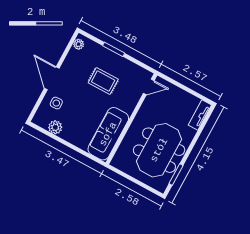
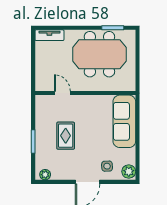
door: (149, 87) -> (62, 93), moved
plant: (55, 127) -> (129, 172), moved
sofa: (108, 134) -> (124, 121), moved, turned 90

